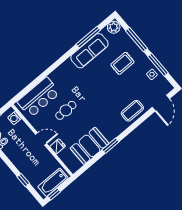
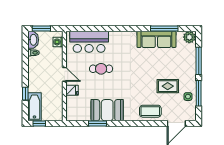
rug: (122, 63) -> (168, 86), moved
booth: (90, 146) -> (107, 110), moved
window: (111, 146) -> (98, 123), moved
bathtub: (53, 182) -> (34, 107), moved, turned 90

